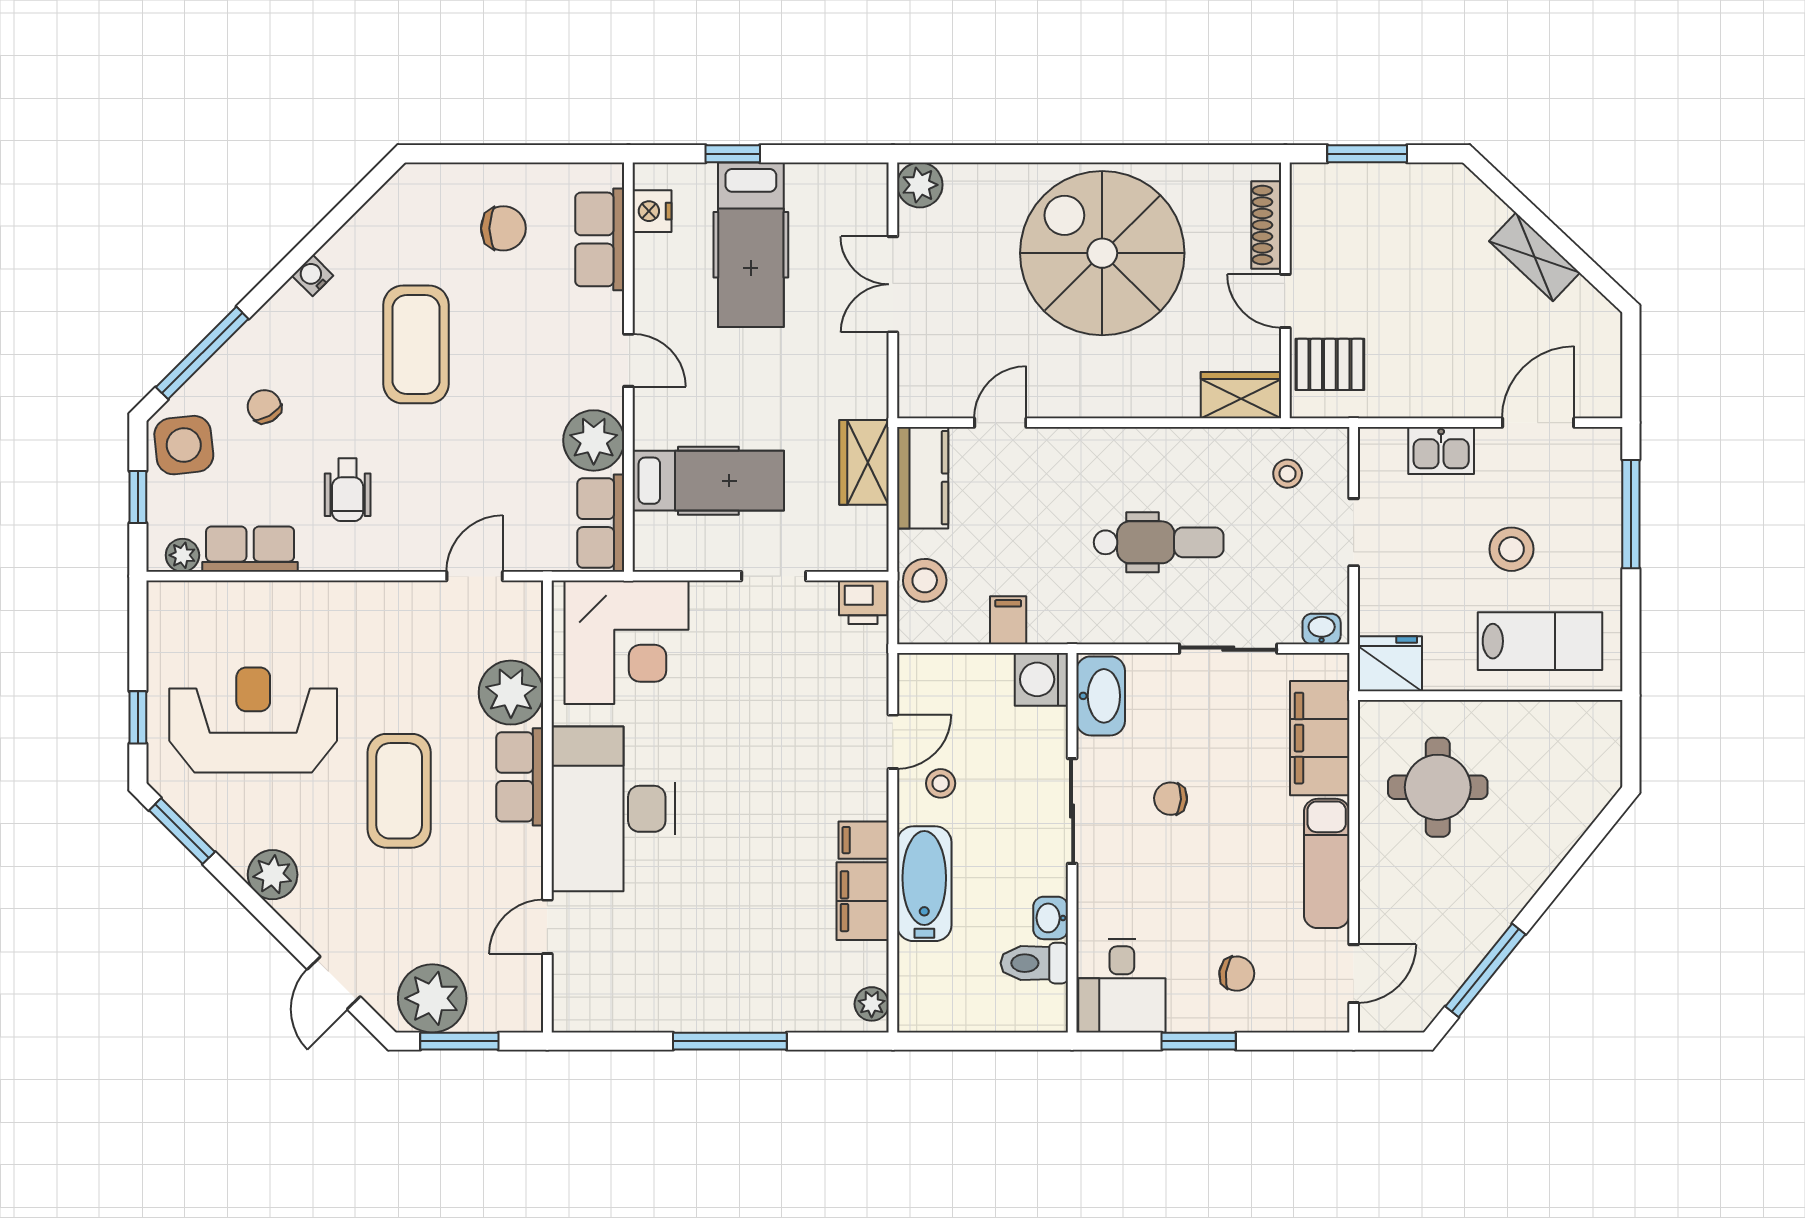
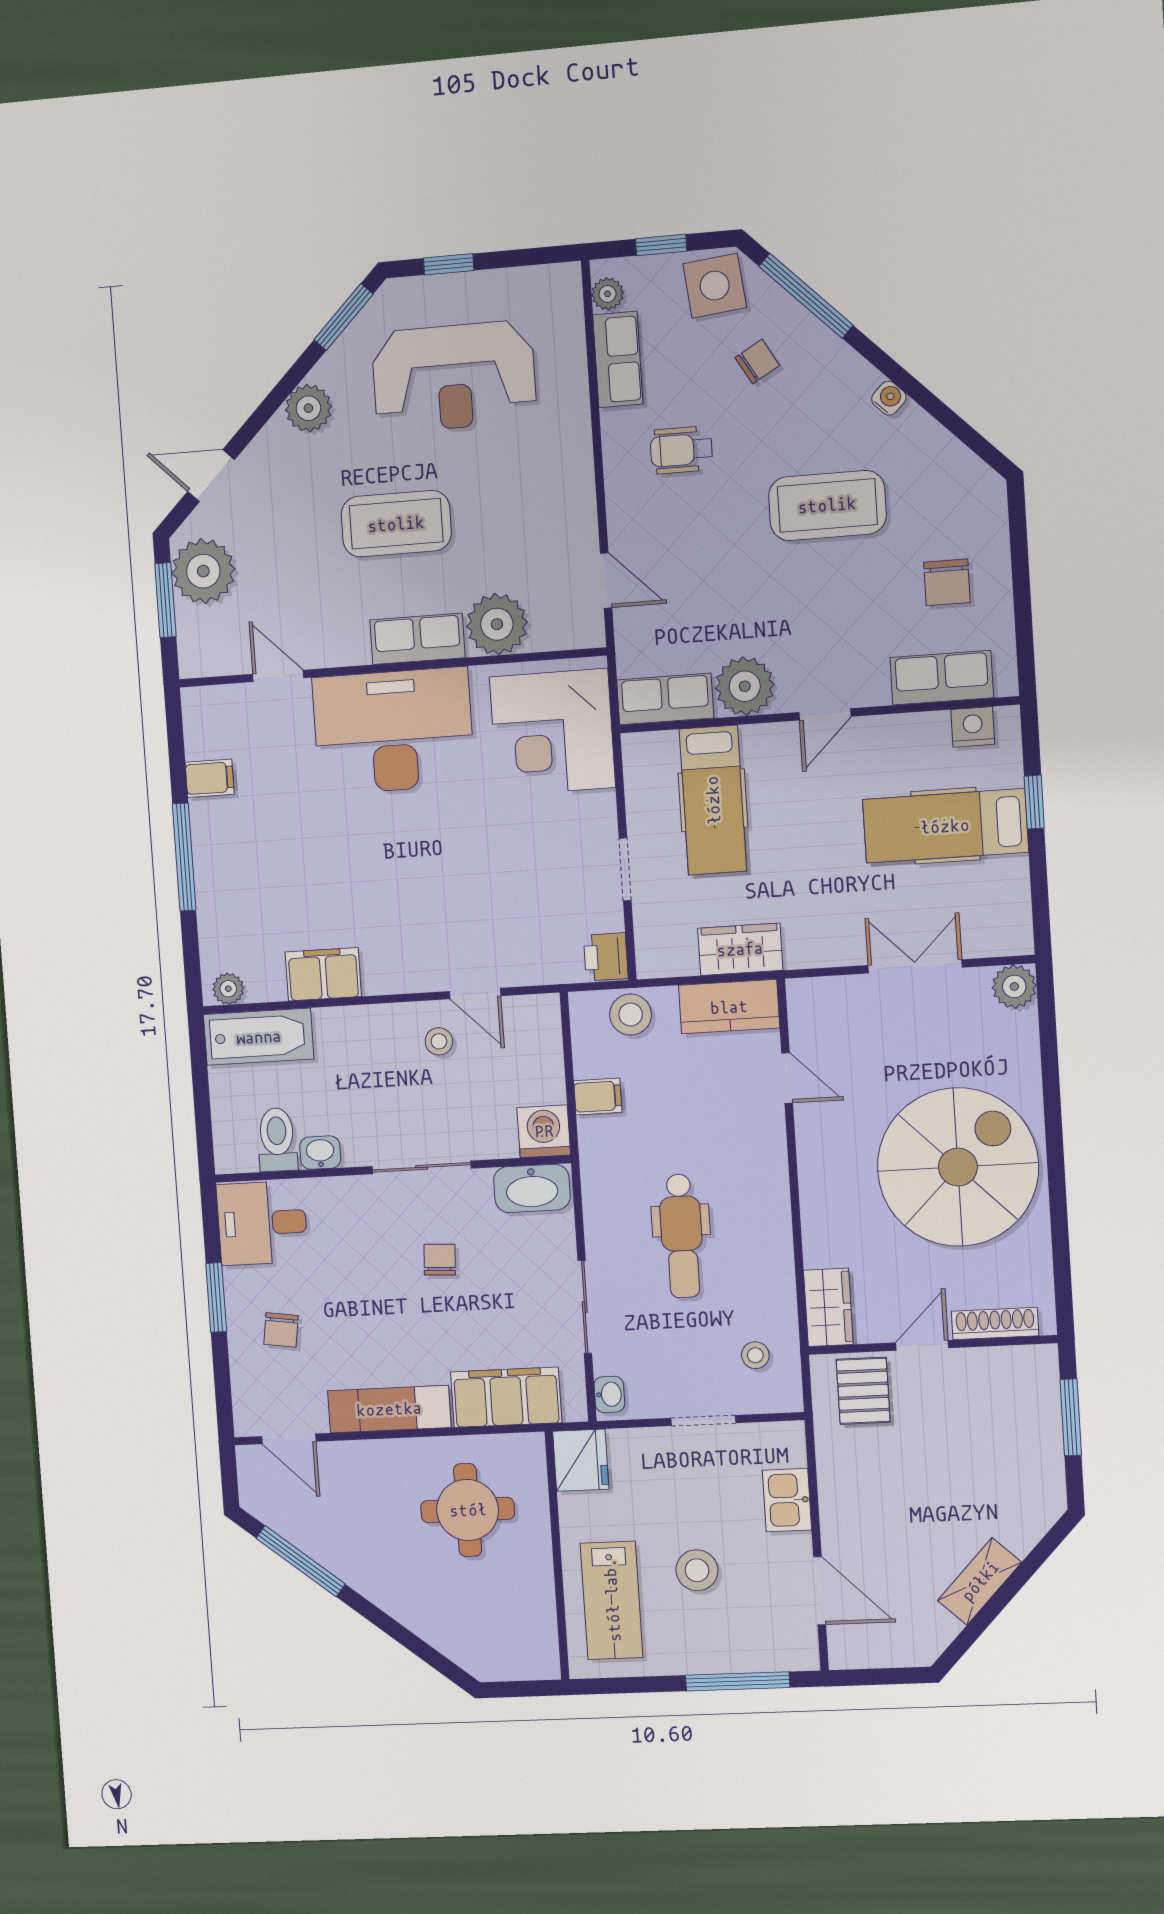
reception desk: (253, 720) -> (454, 377), turned 90
filing cabinet: (864, 840) -> (210, 778), moved, turned 90
bathtub: (924, 884) -> (259, 1037), moved

